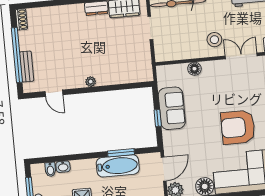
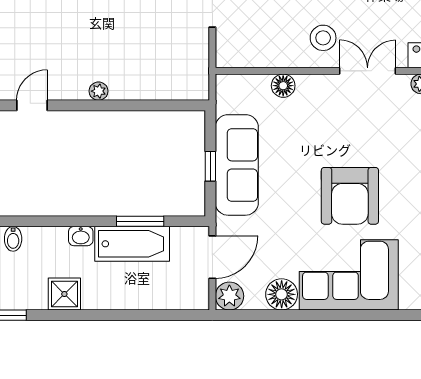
door: (54, 93) -> (32, 105), swing flipped
sofa: (172, 108) -> (237, 165), width x1.36
armchair: (238, 127) -> (350, 196), turned -90
washbasin: (63, 167) -> (81, 236), moved

